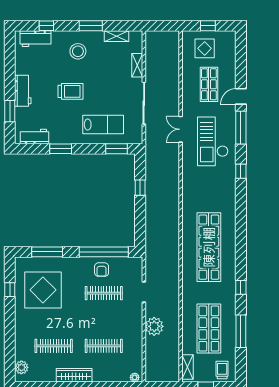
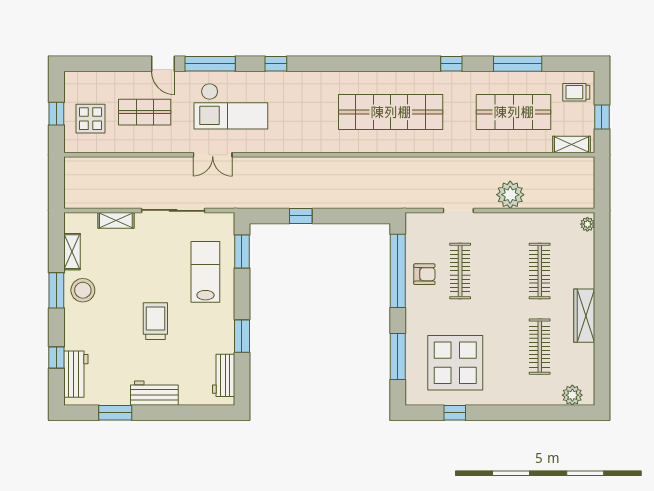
stool: (78, 51) -> (83, 290), moved
window: (10, 111) -> (115, 413), moved

